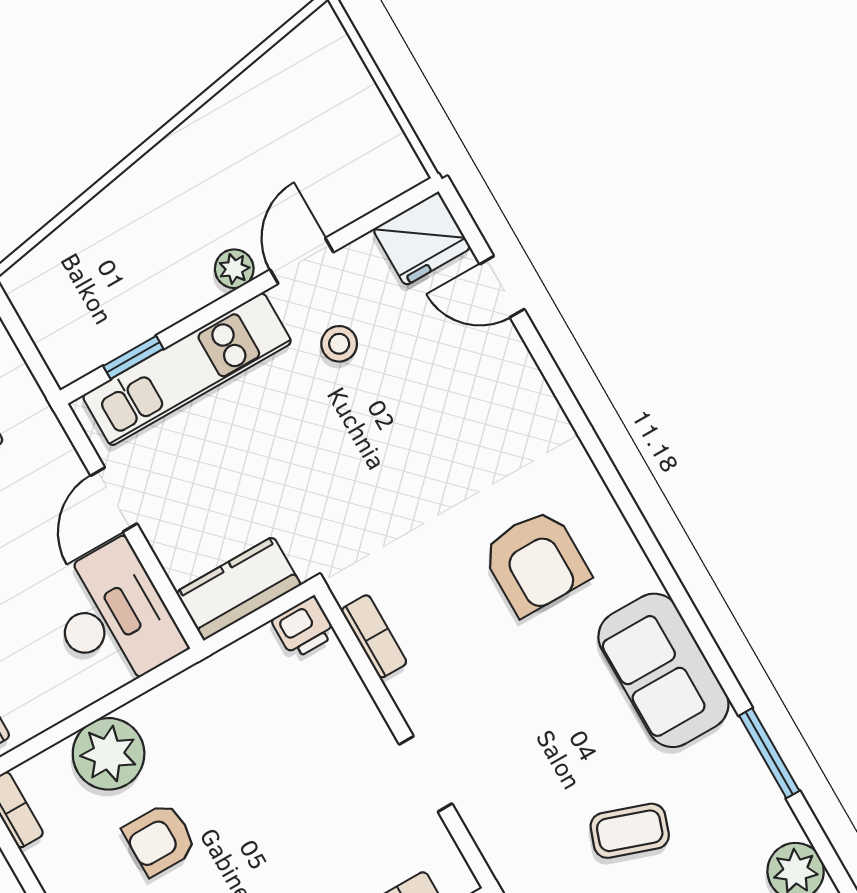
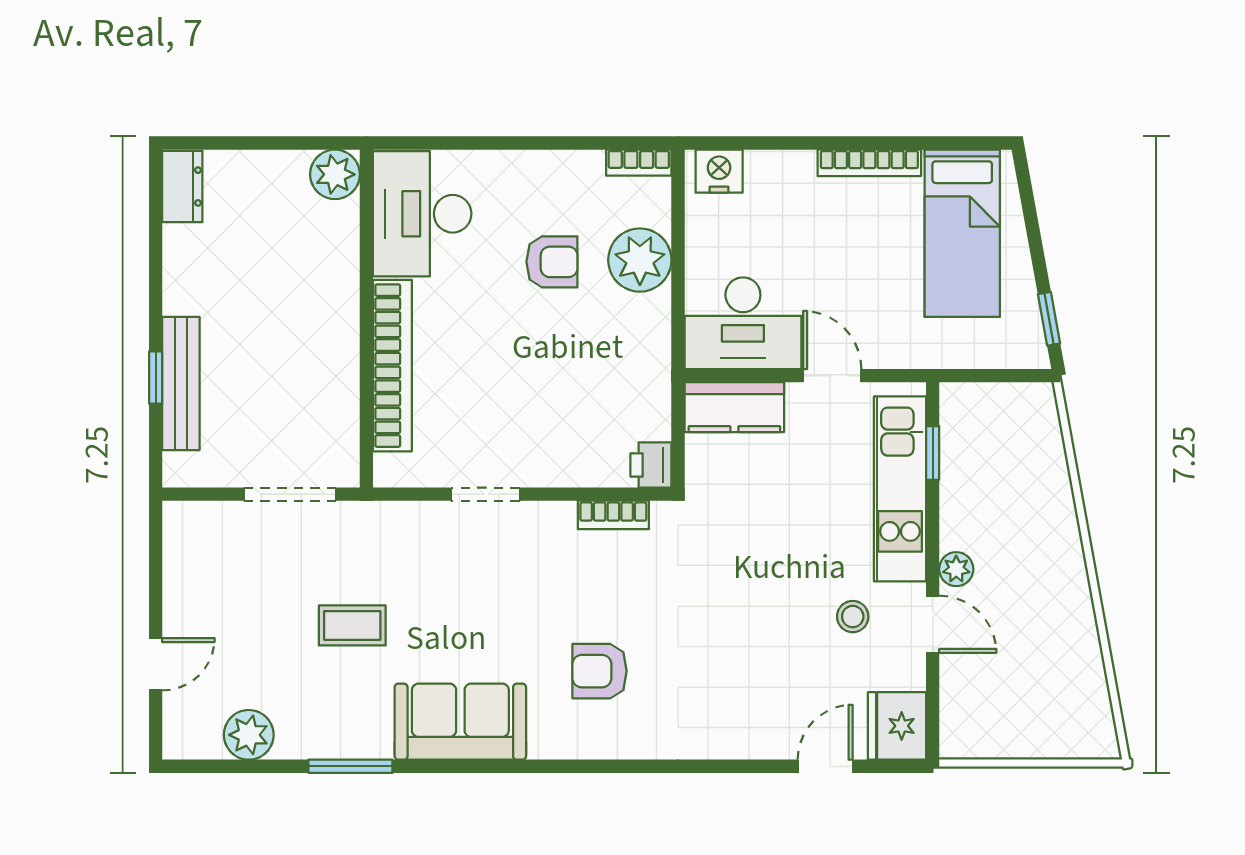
armchair: (535, 562) -> (600, 671), width x0.72, depth x0.72
kitchen counter: (238, 589) -> (734, 407), moved, turned 90
coffee table: (630, 831) -> (352, 625), turned 71
armchair: (160, 839) -> (552, 262), turned 90

